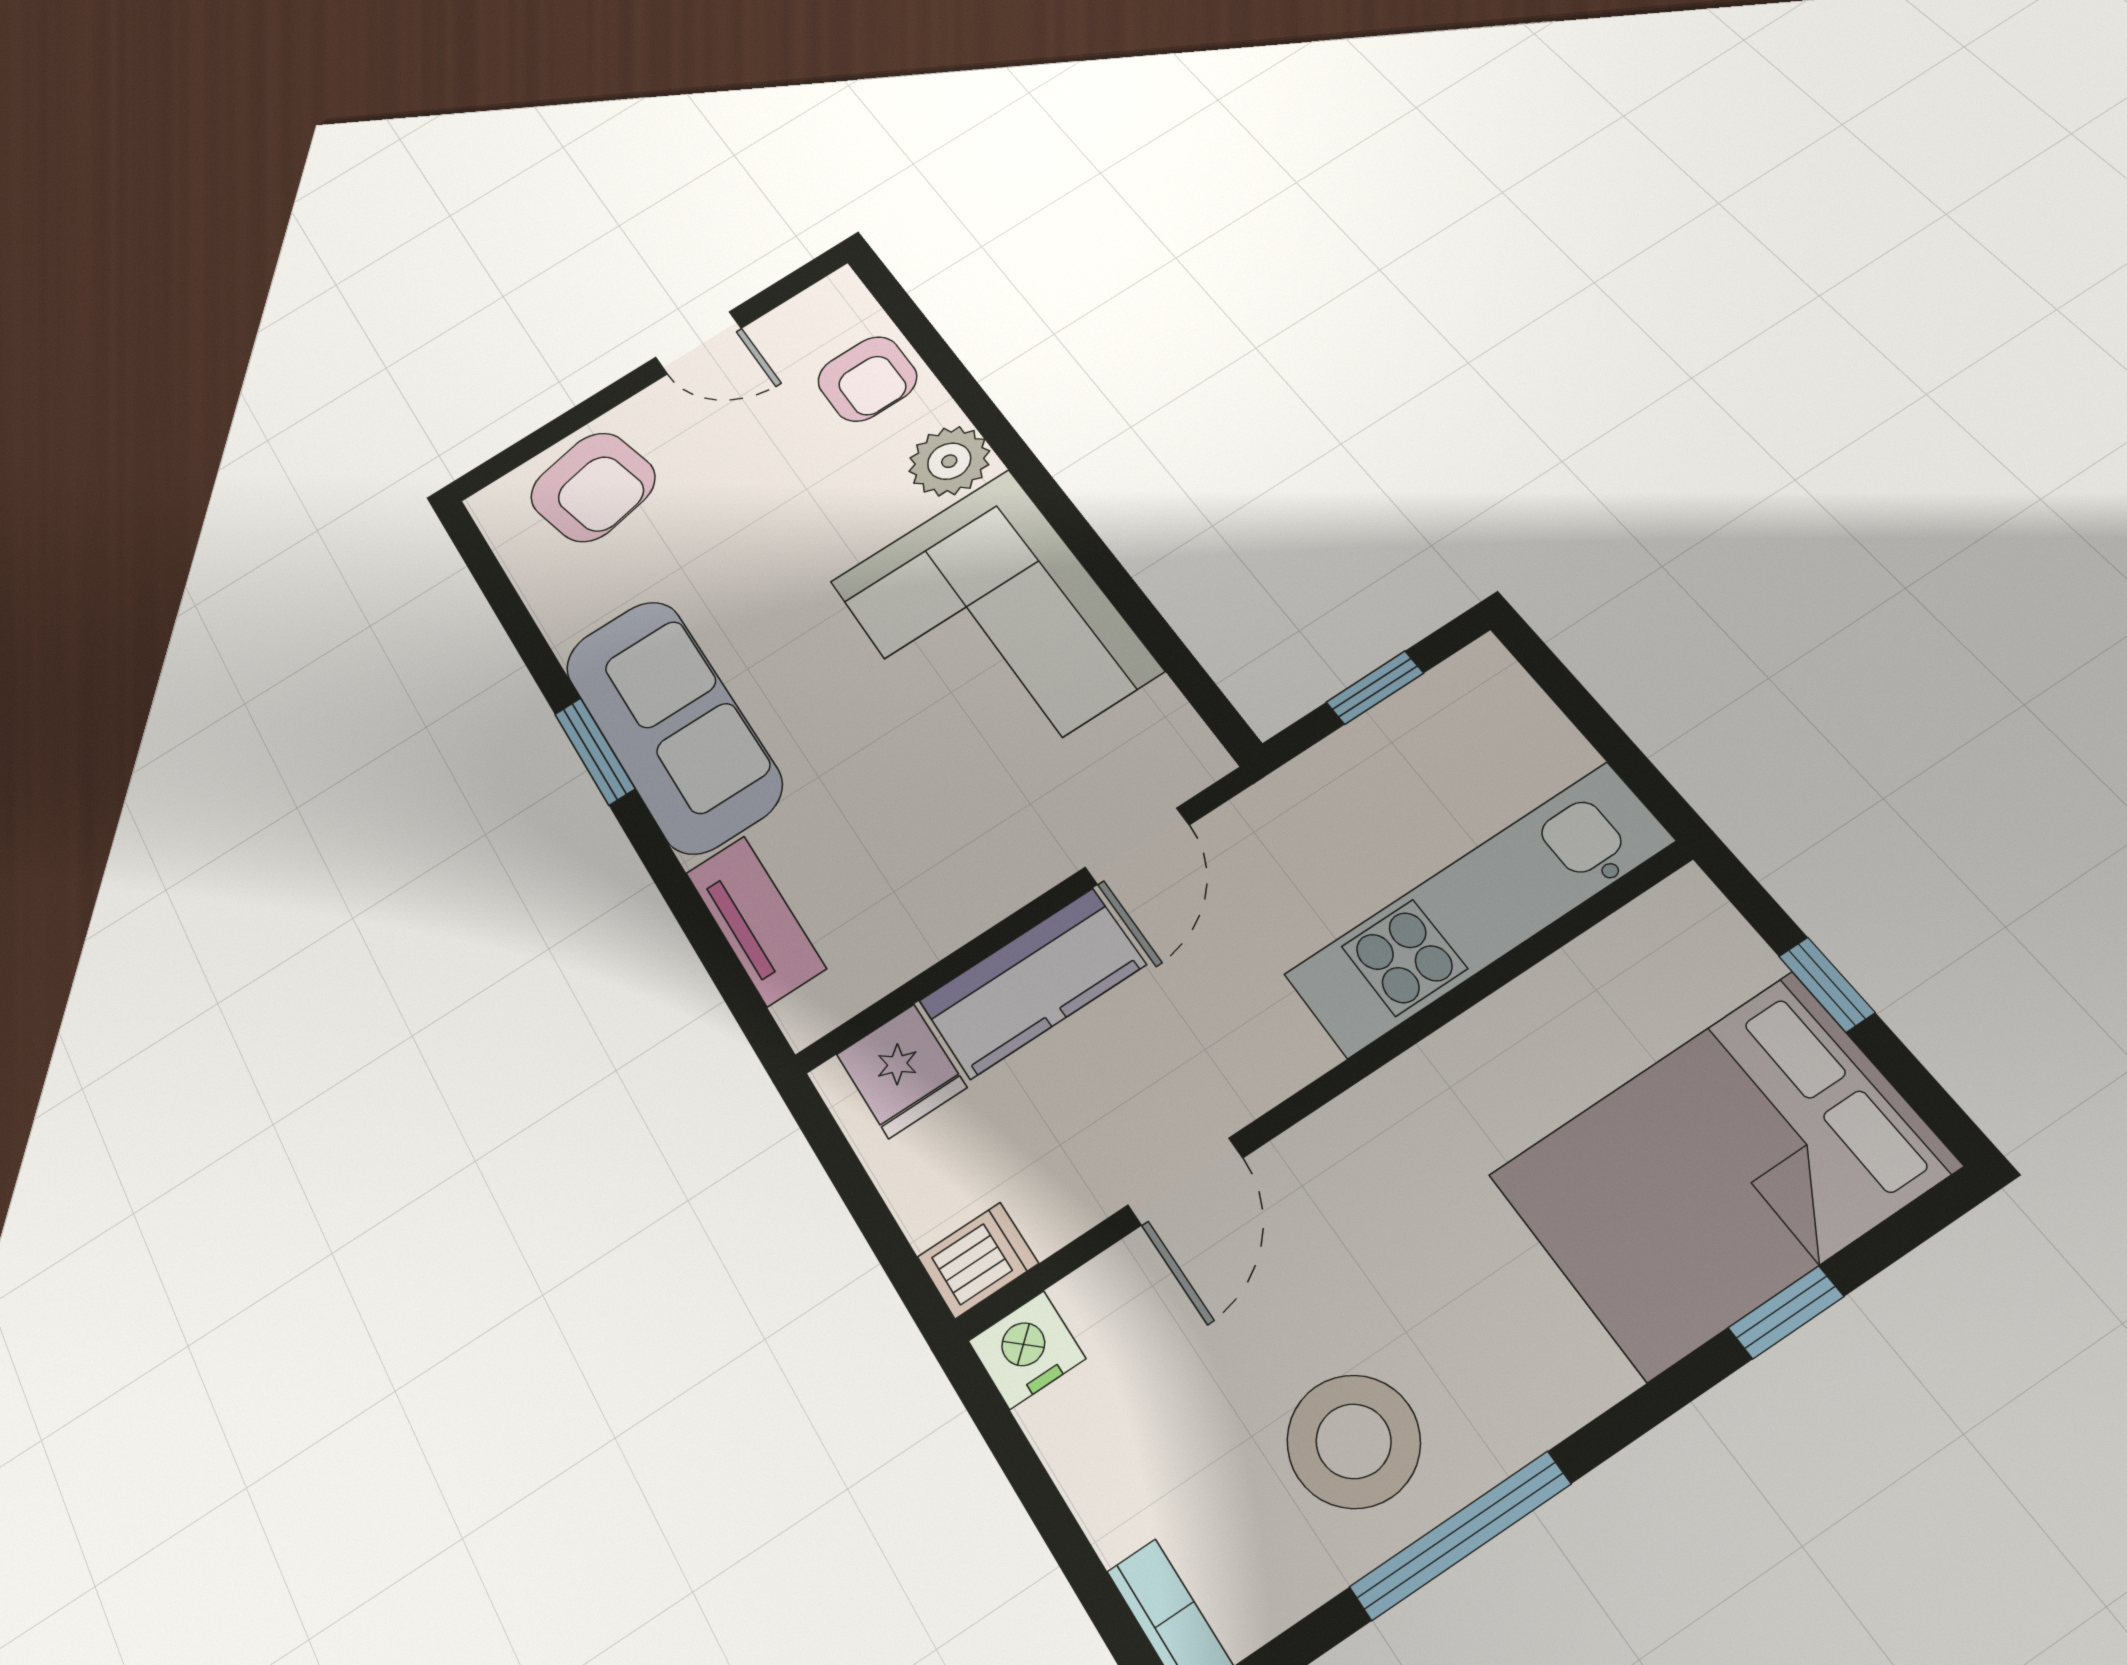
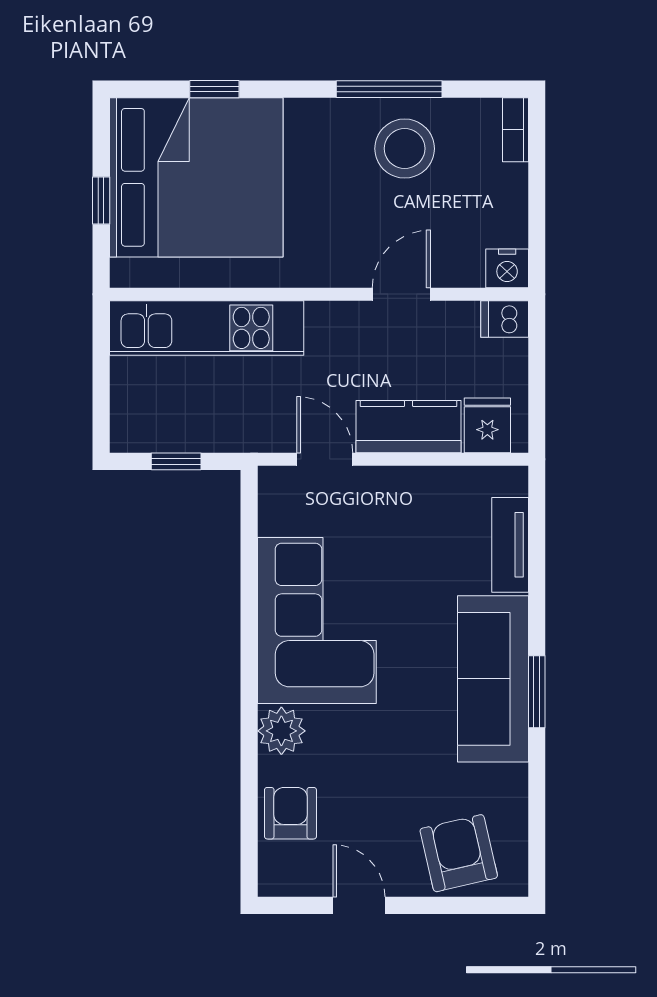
door: (1137, 846) -> (325, 459), hinge flipped
bed: (1722, 1171) -> (196, 177), width x1.36

